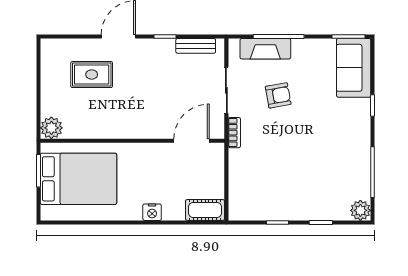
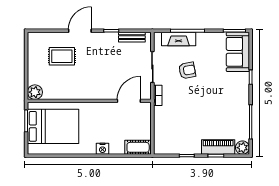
piano: (324, 210) -> (218, 147), added

